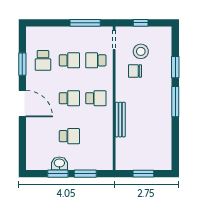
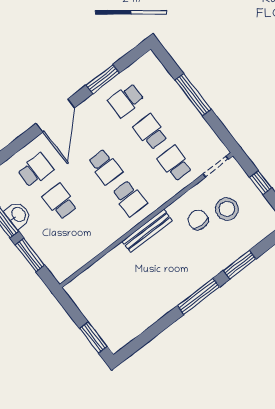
window: (85, 23) -> (193, 95), moved
school desk: (69, 60) -> (150, 132), turned 180
bench: (120, 120) -> (147, 231), moved
school desk: (43, 136) -> (36, 170), added
school desk: (69, 136) -> (60, 202), turned 180
window: (143, 174) -> (93, 338), moved

